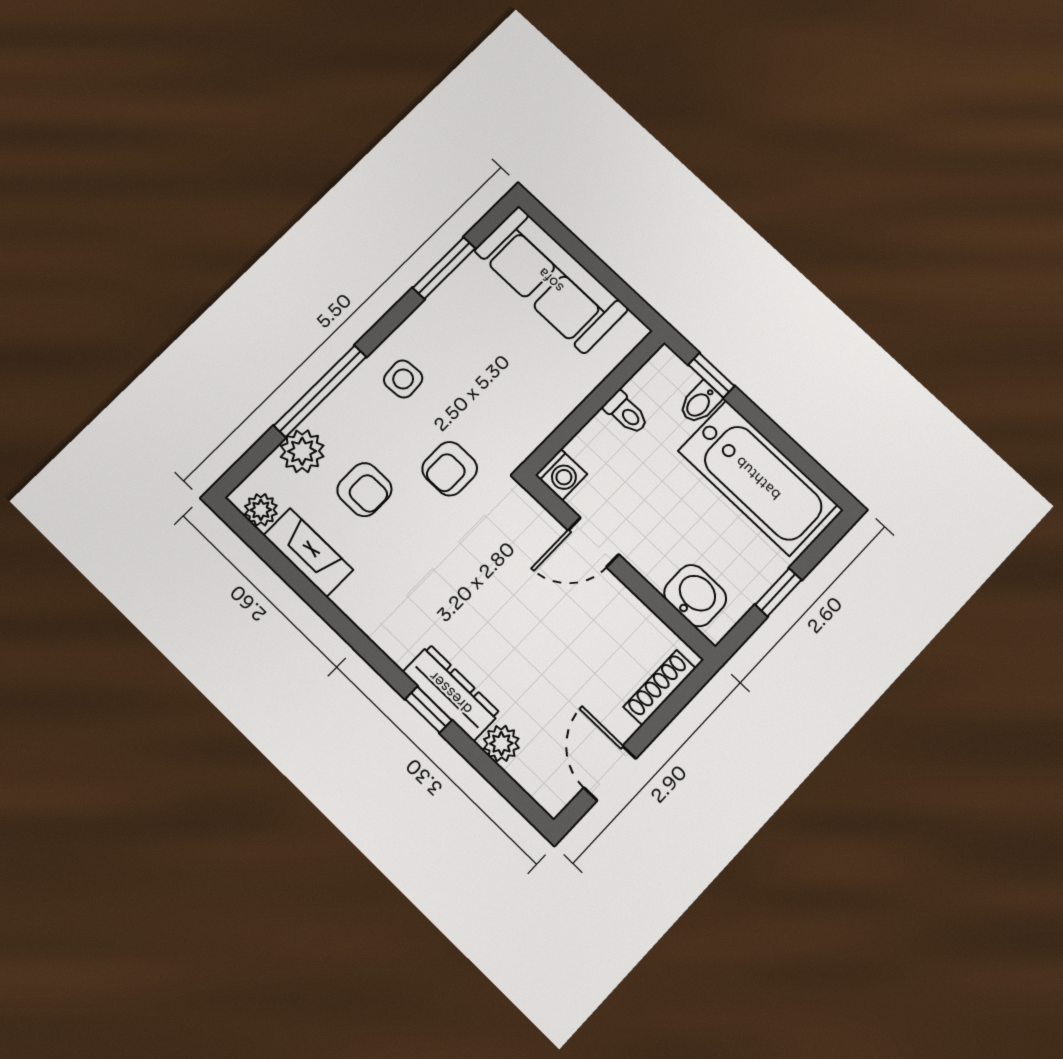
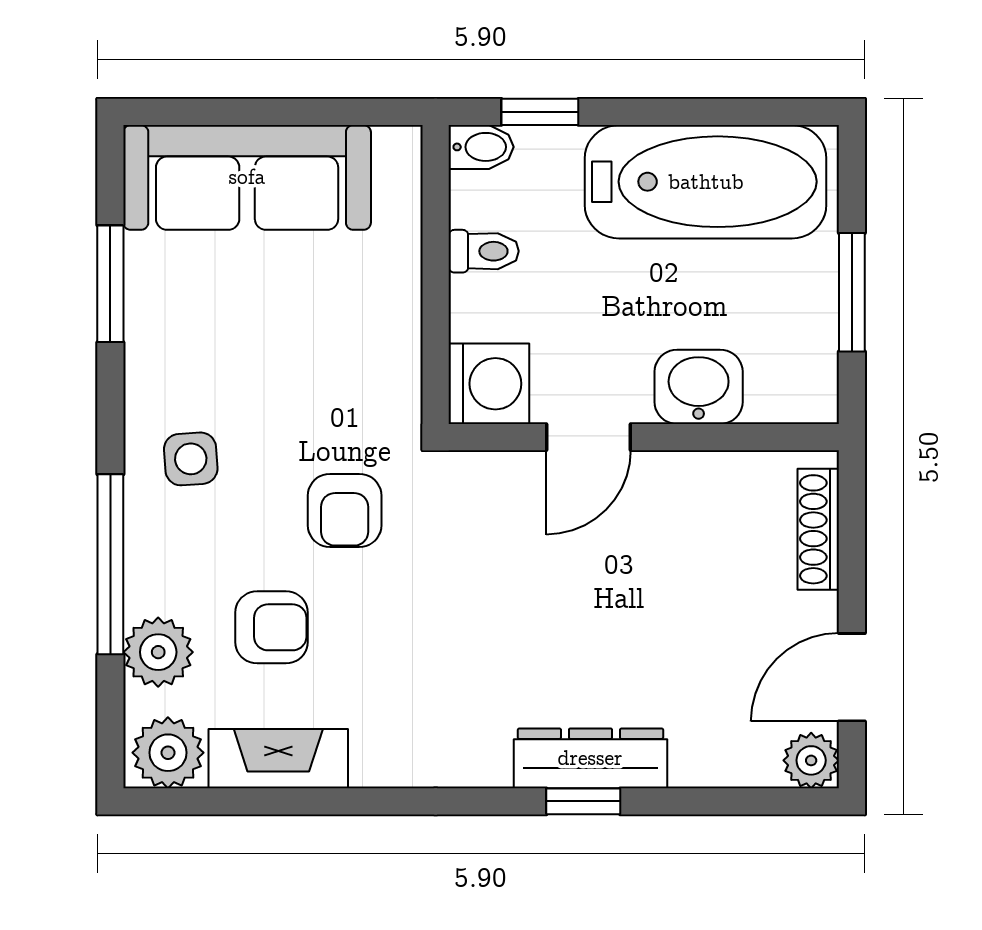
bidet: (700, 403) -> (481, 147), moved, turned -90
washing machine: (561, 475) -> (489, 384), width x1.38, depth x1.38
plant: (261, 510) -> (168, 753), width x1.38, depth x1.38
window: (778, 592) -> (852, 292), width x1.50
washbasin: (695, 596) -> (699, 387), moved
plant: (501, 743) -> (811, 760), moved
door: (610, 773) -> (852, 677), hinge flipped

